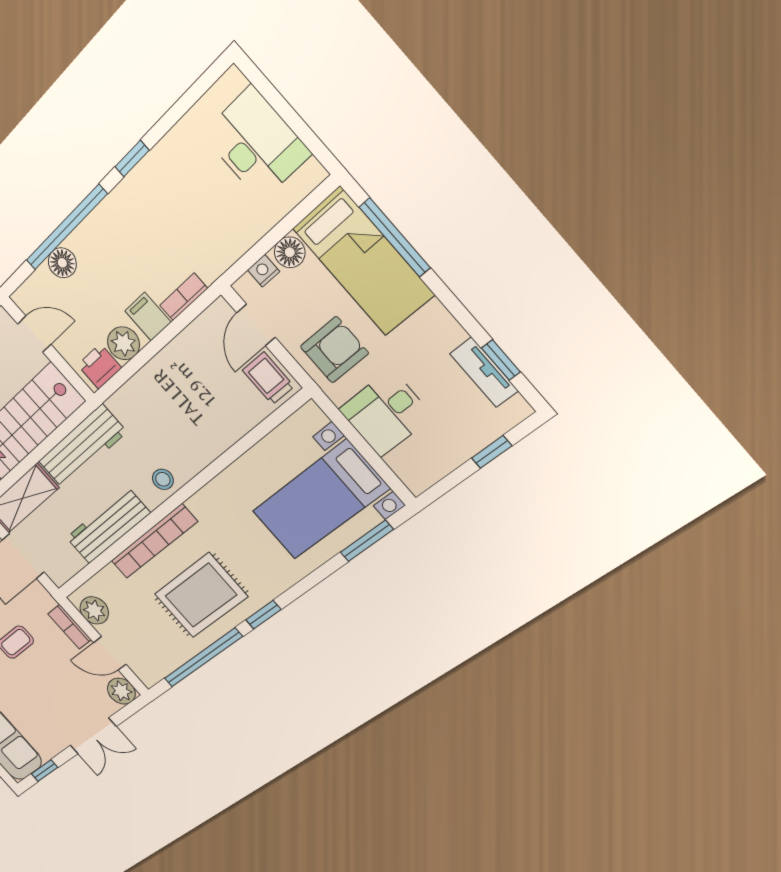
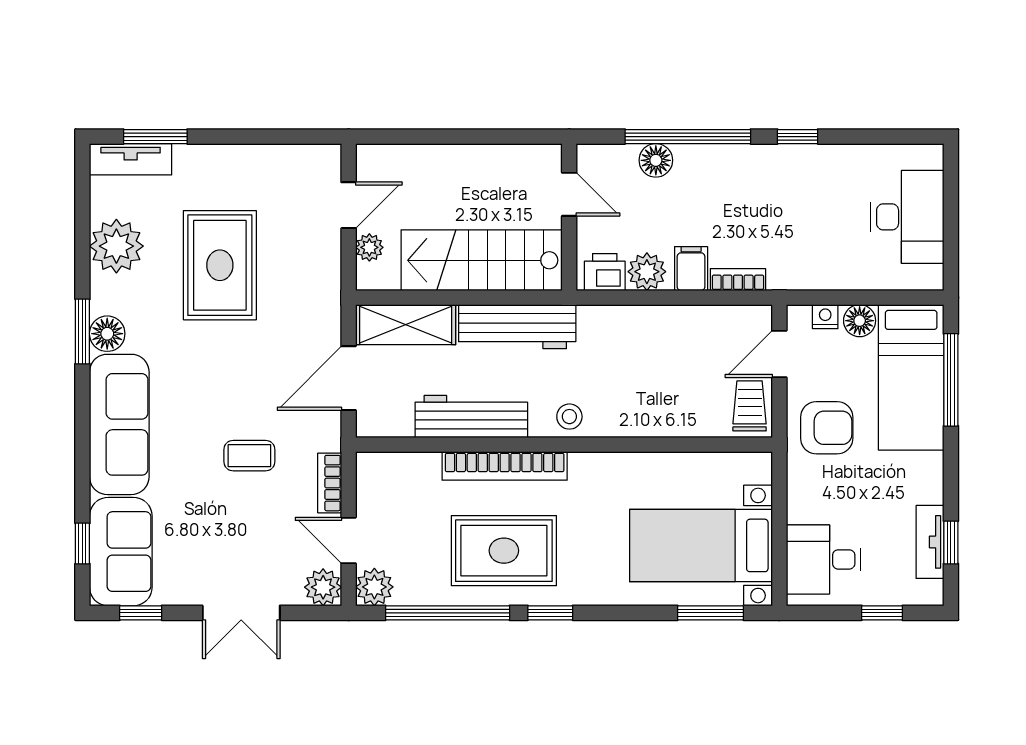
desk: (386, 413) -> (824, 559), moved
plant: (94, 610) -> (374, 587), moved

